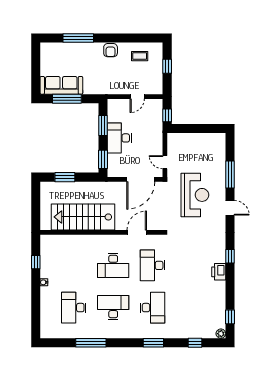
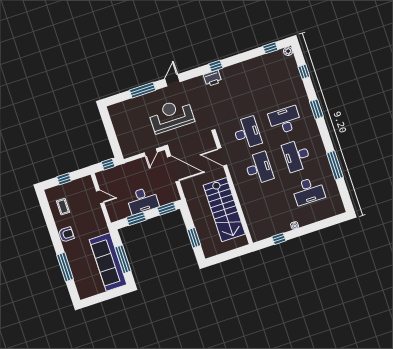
sofa: (61, 85) -> (108, 262), width x1.36, depth x1.27
desk: (153, 265) -> (247, 133), turned -90
printer: (219, 272) -> (213, 78), moved

